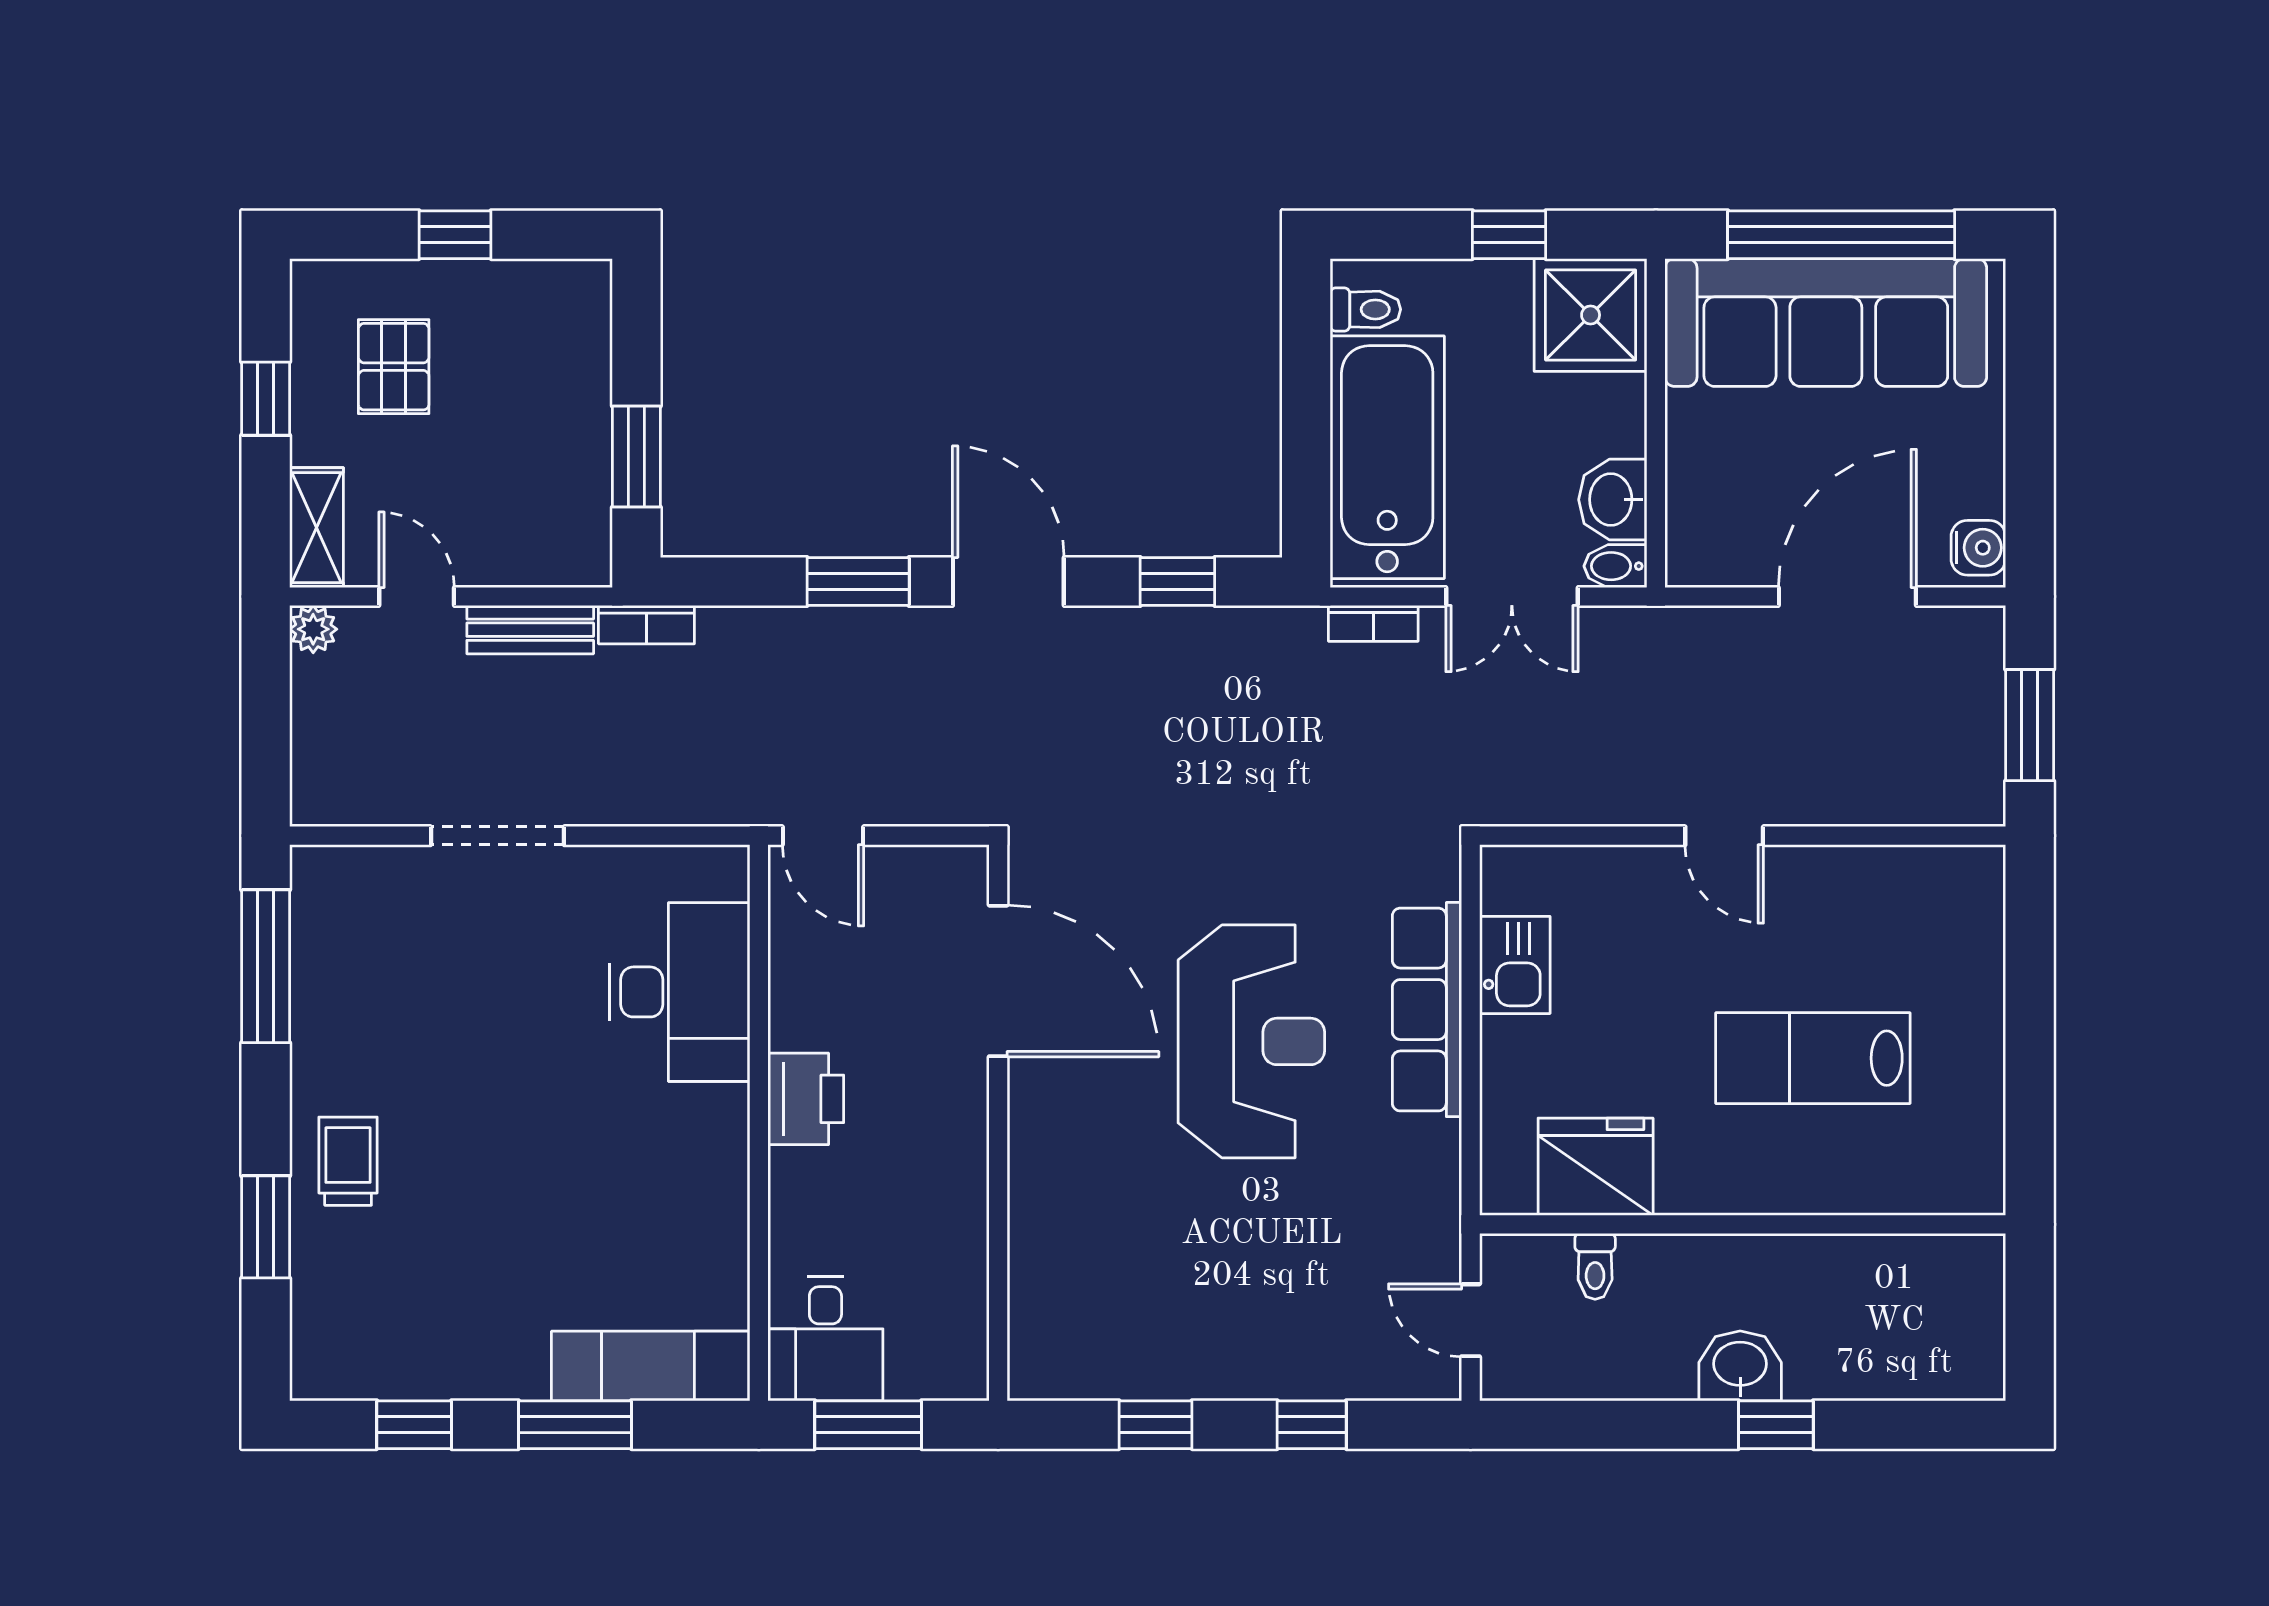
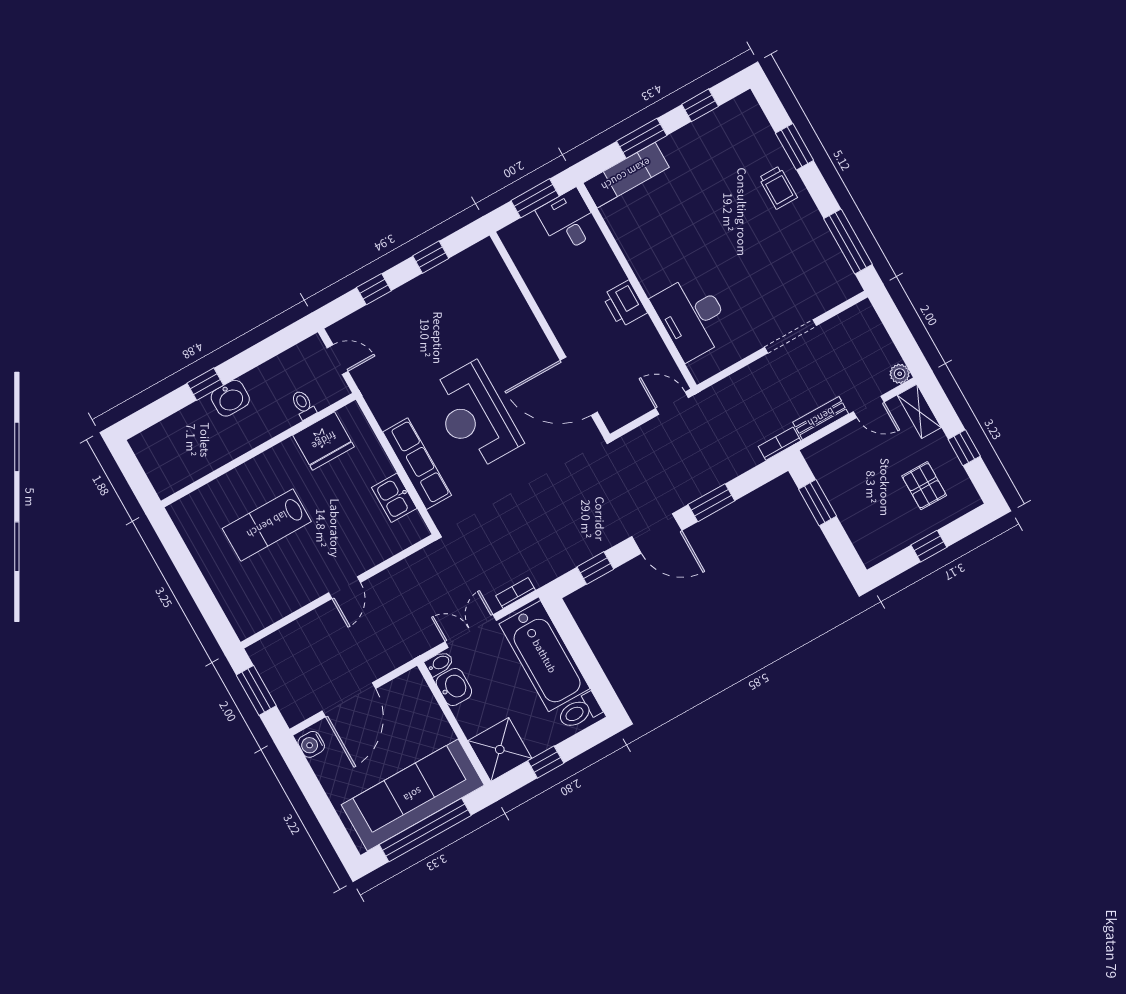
toilet: (1365, 309) -> (579, 711), width x1.37, depth x1.39
door: (1724, 836) -> (345, 588), swing flipped
lab bench: (1813, 1058) -> (267, 525), turned 180

